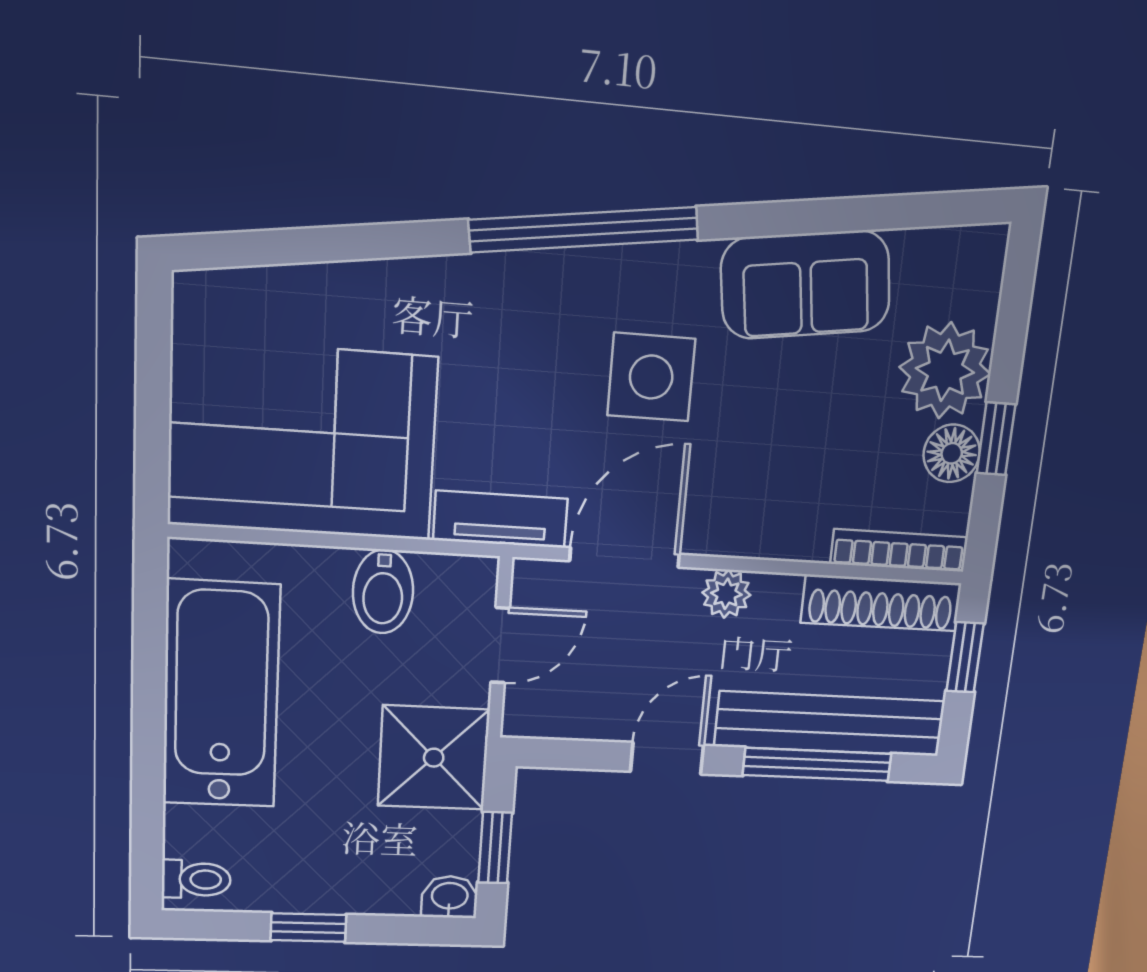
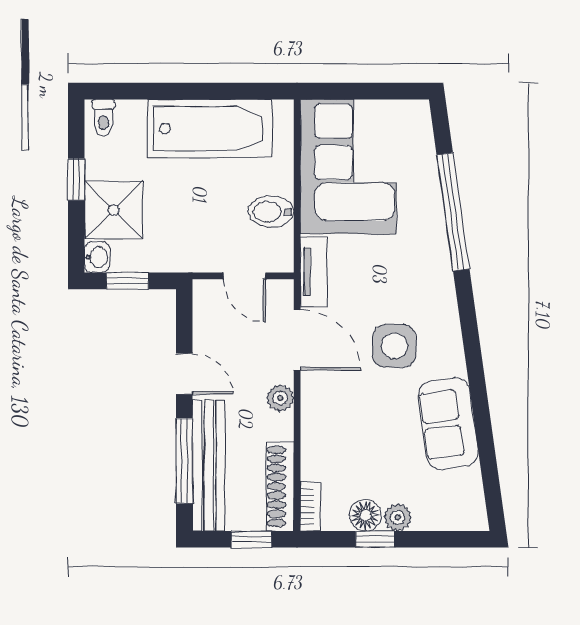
window: (584, 230) -> (453, 212), moved
plant: (945, 370) -> (398, 517), width x0.53, depth x0.53
bookcase: (899, 550) -> (310, 507), width x0.64
shower: (434, 758) -> (114, 210), moved

